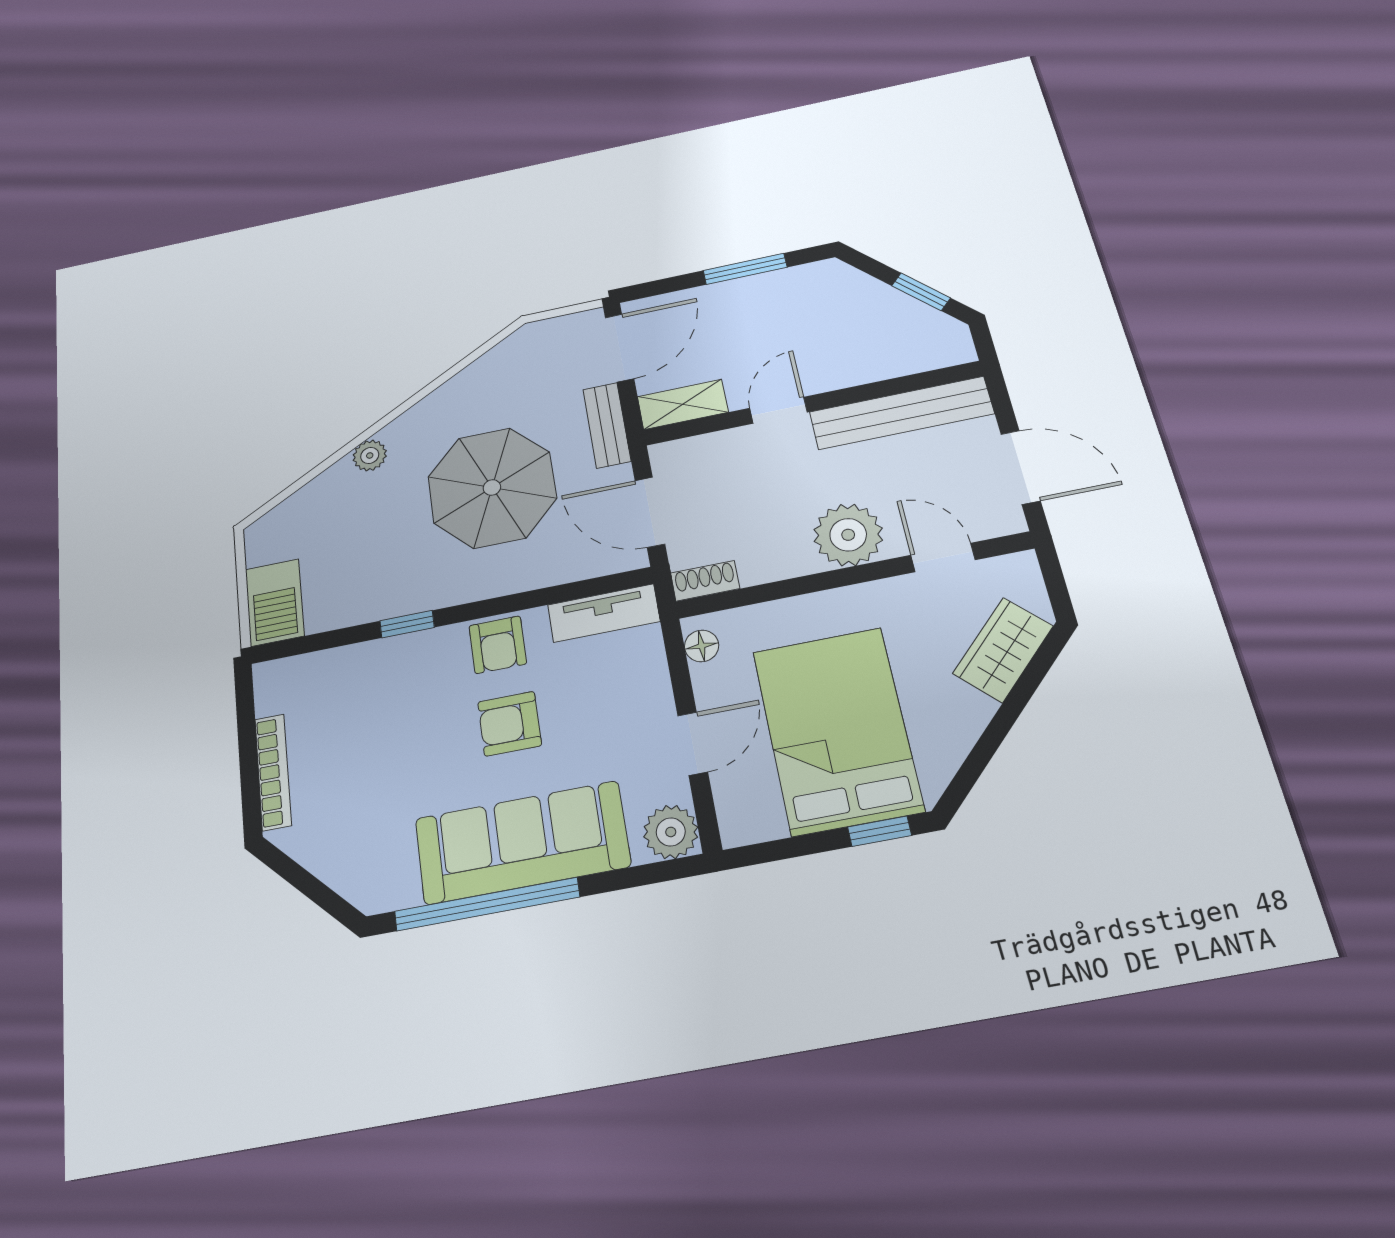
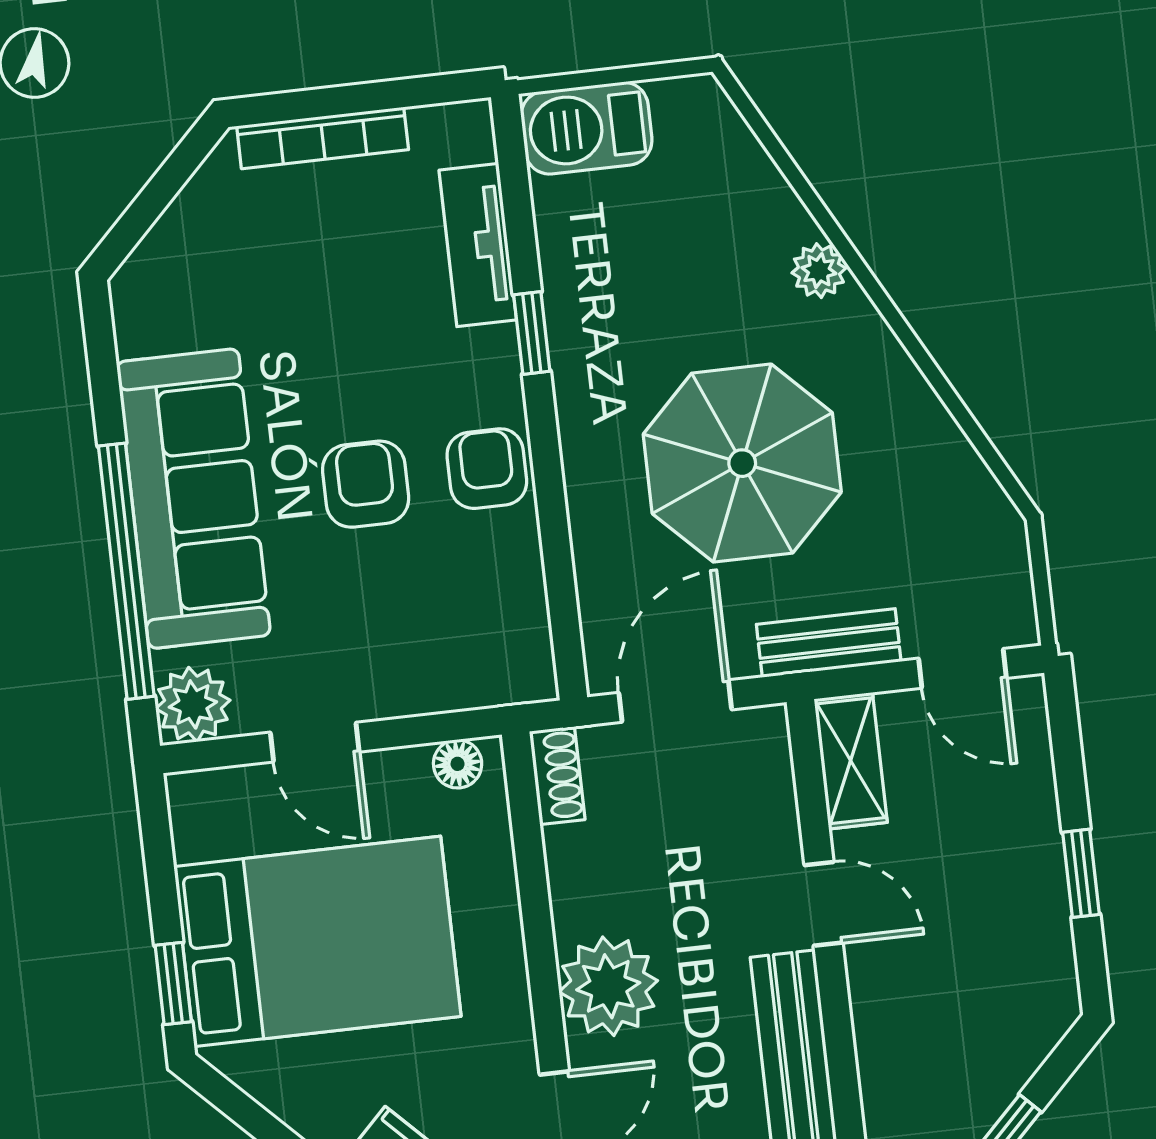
window: (745, 269) -> (1081, 873), width x0.67
door: (619, 348) -> (963, 668), width x0.73
tv unit: (604, 613) -> (478, 245), moved
armchair: (498, 645) -> (487, 469), turned 90
window: (487, 904) -> (126, 571), moved

